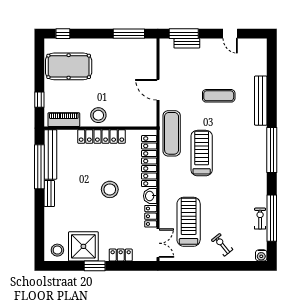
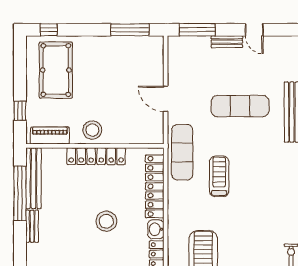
bench: (187, 43) -> (227, 42), moved
pool table: (69, 66) -> (56, 70), turned 90
exercise mat: (219, 96) -> (240, 106), width x1.36, depth x1.45
treadmill: (202, 153) -> (219, 176), width x0.73, depth x0.73

